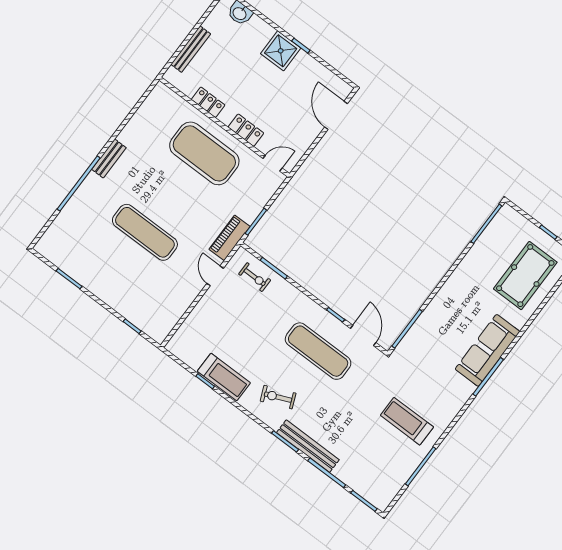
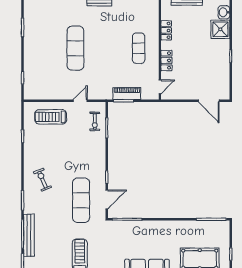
shower: (281, 51) -> (220, 29), moved
door: (336, 115) -> (209, 101), swing flipped
exercise mat: (204, 153) -> (139, 48), width x0.50, depth x0.69
door: (273, 163) -> (160, 87), hinge flipped
piano: (229, 238) -> (127, 94), moved
exercise mat: (318, 351) -> (81, 200), moved
treadmill: (224, 377) -> (51, 117), moved, turned 90
bench: (308, 446) -> (29, 235), moved

